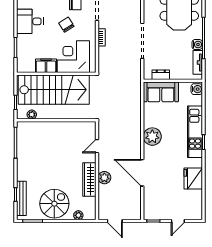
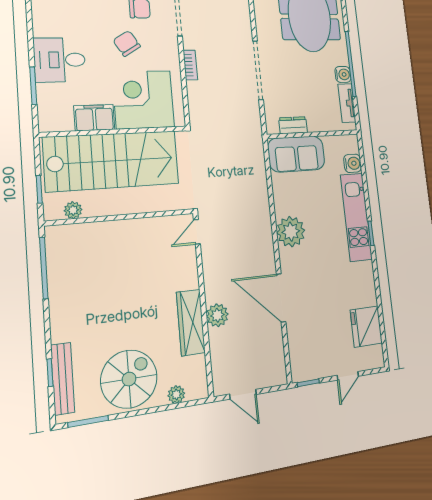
desk: (30, 21) -> (60, 60), moved
water cooler: (197, 89) -> (353, 163), moved
door: (97, 146) -> (197, 232), moved
fridge: (193, 178) -> (366, 327), moved

